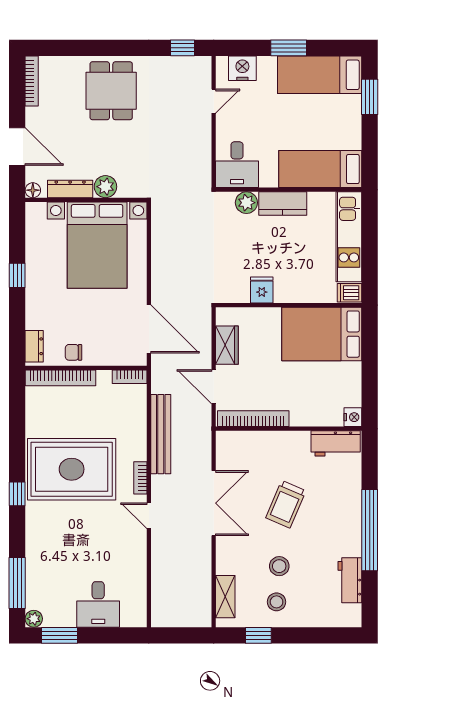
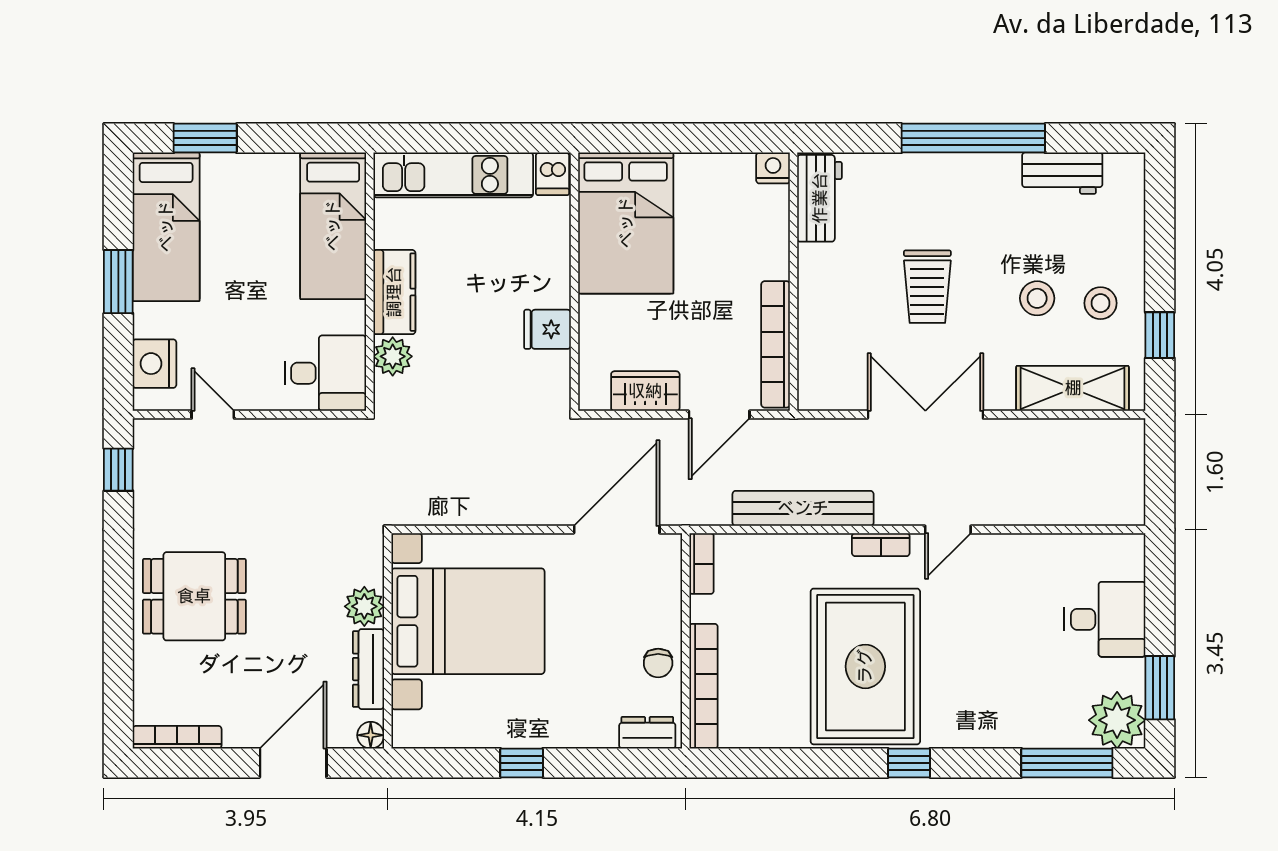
trolley: (286, 504) -> (927, 287), turned 67
shelving: (225, 597) -> (1073, 388), width x1.50, depth x1.33
plant: (34, 619) -> (1117, 720), width x1.88, depth x1.88

